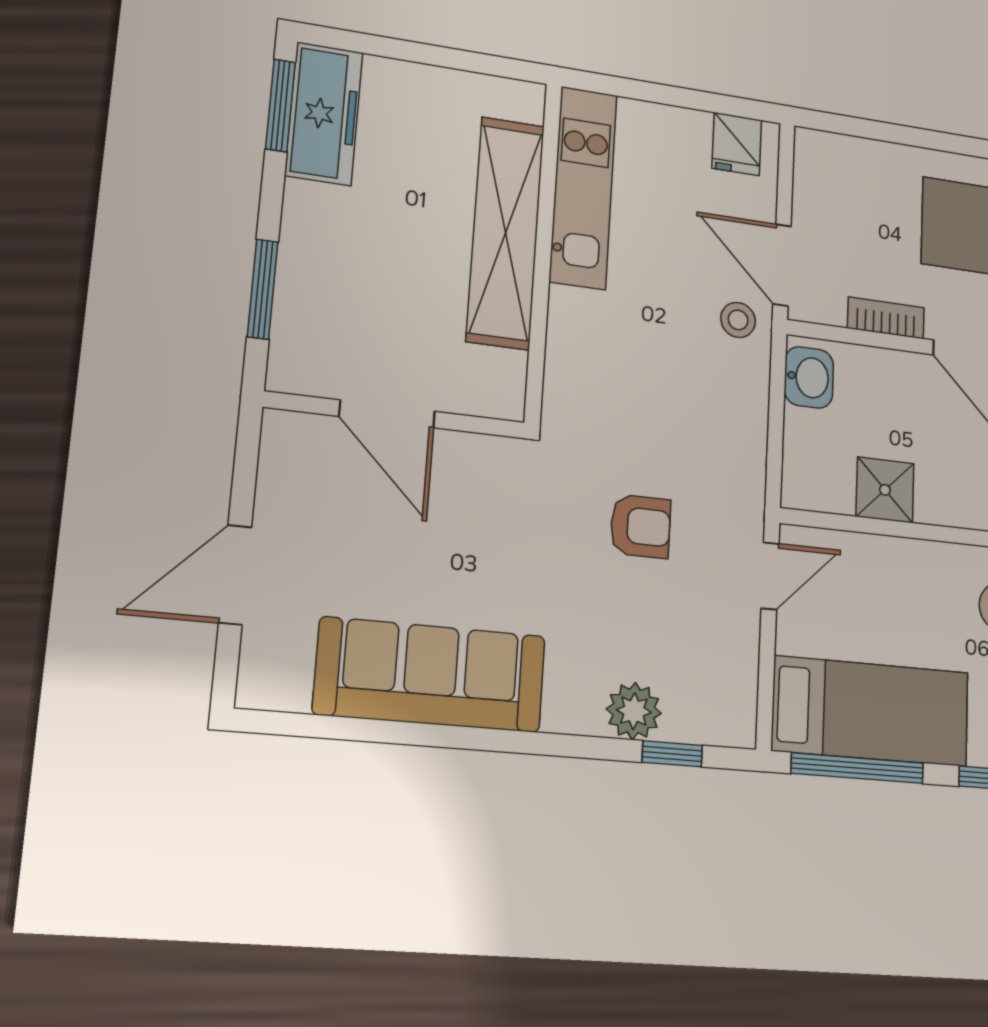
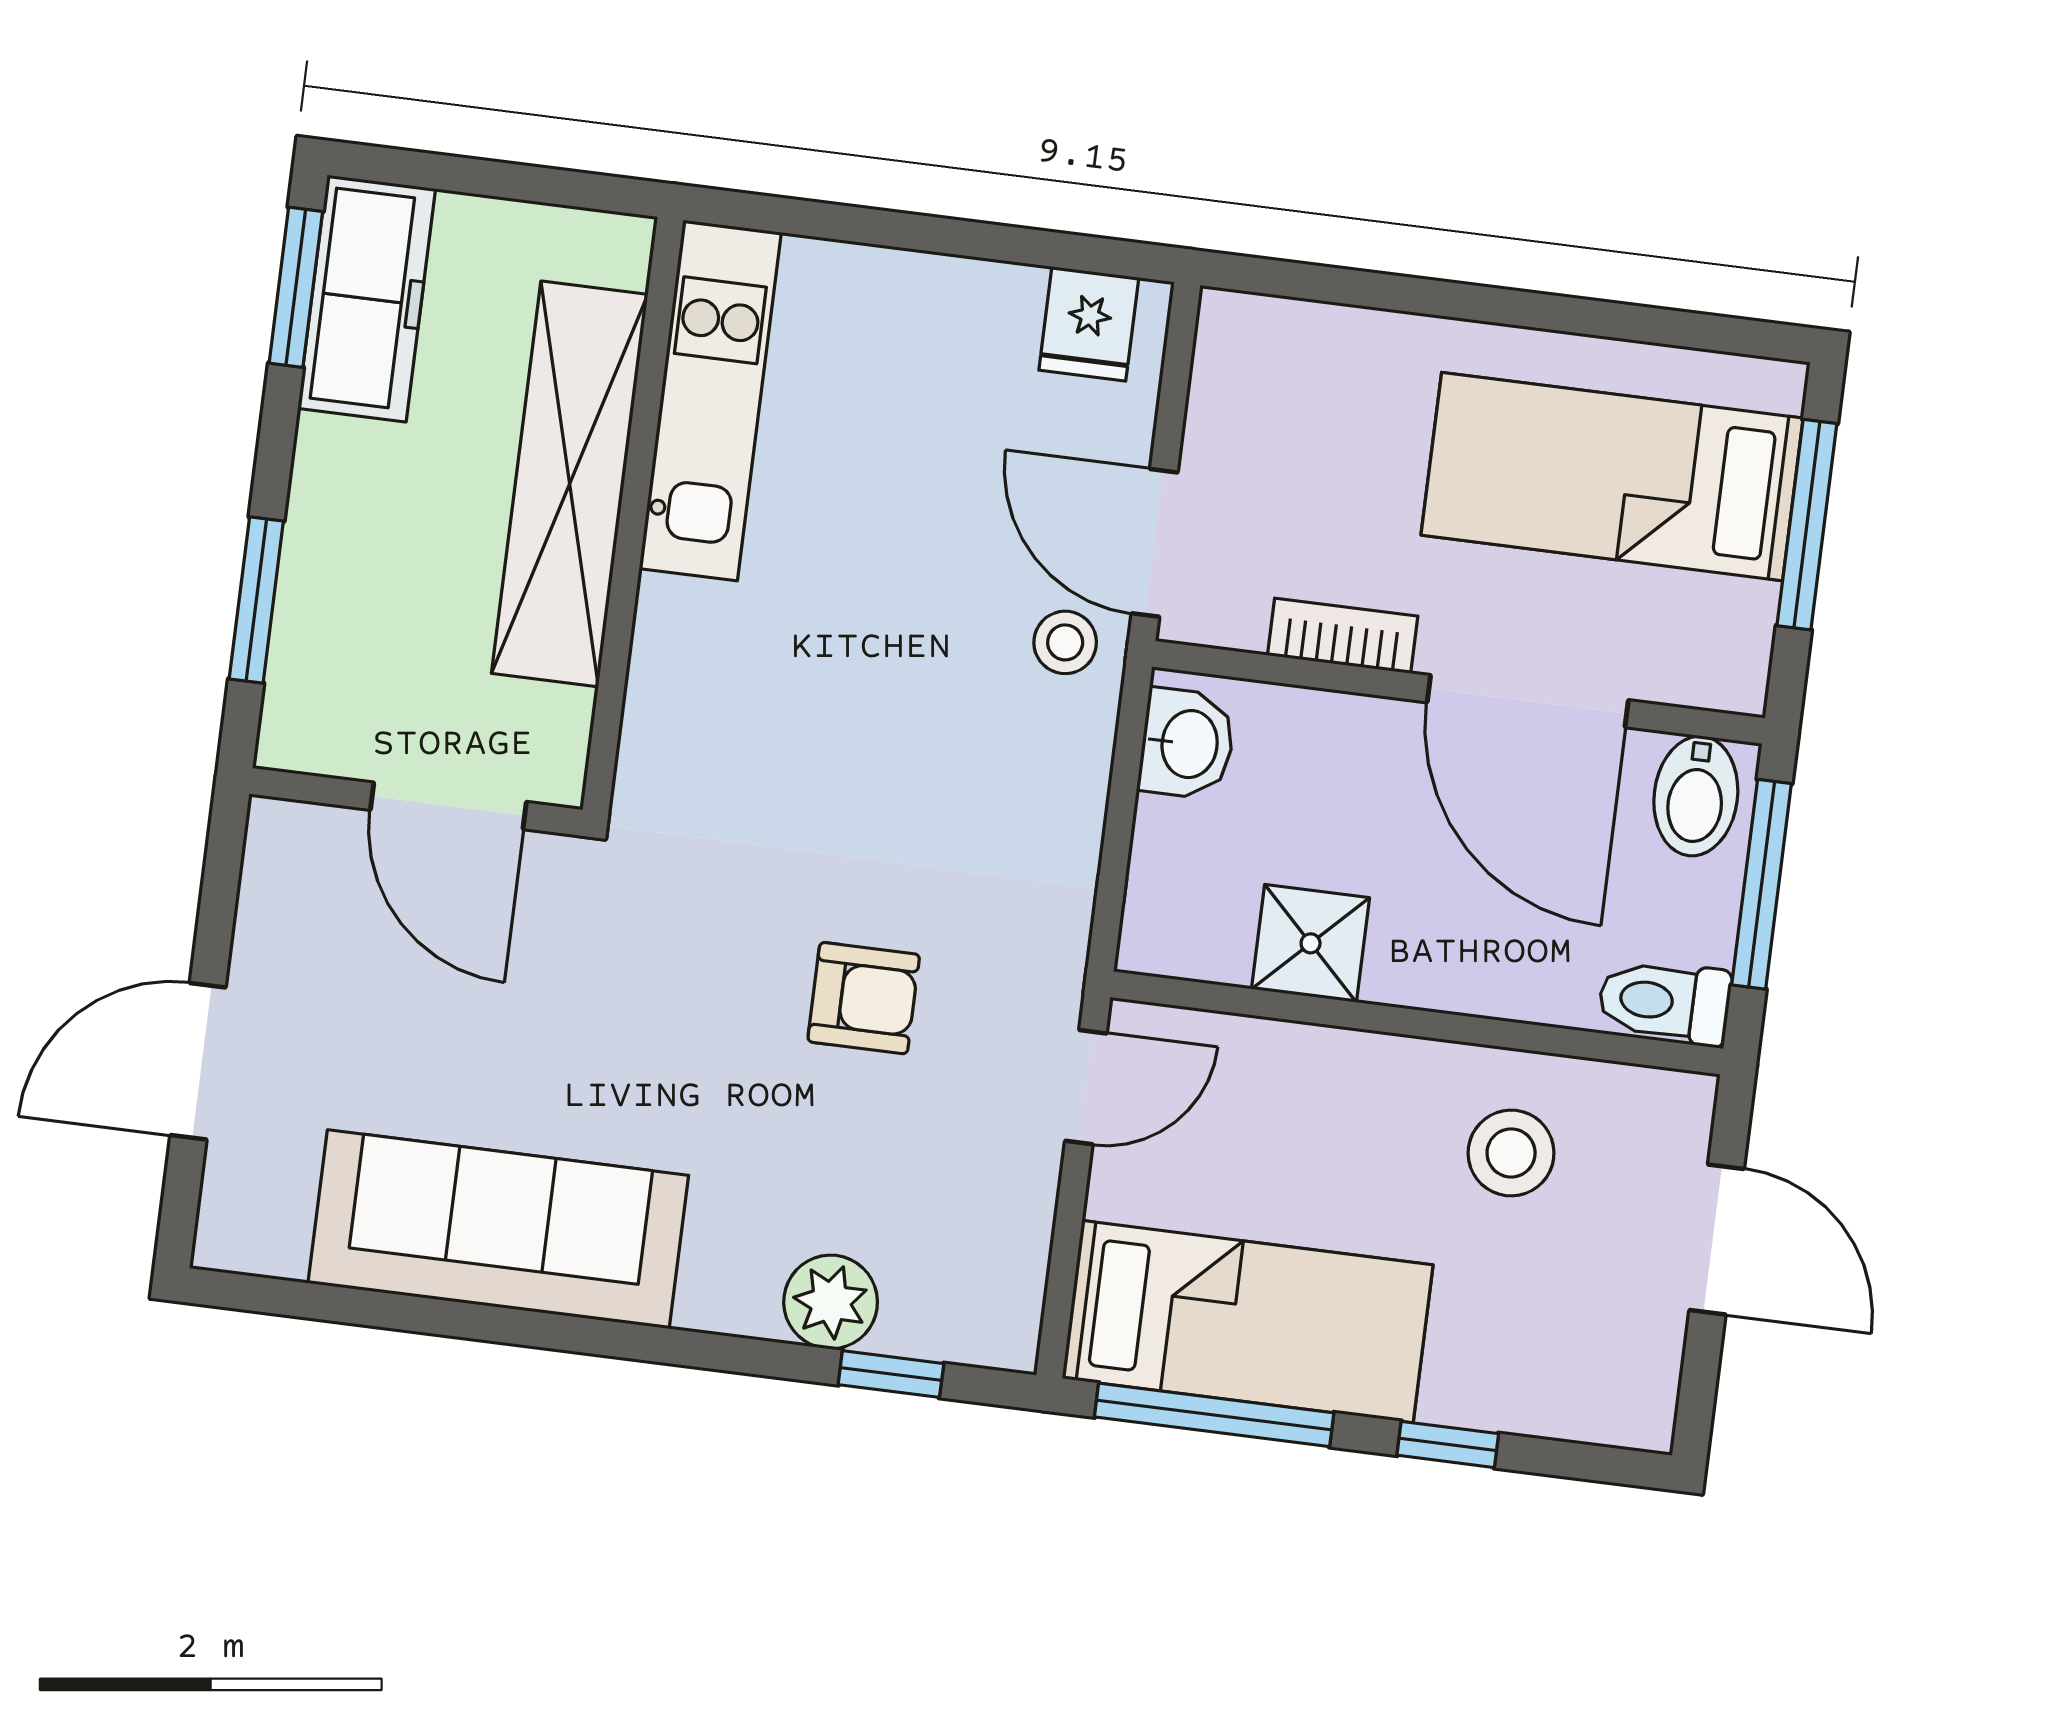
kitchen unit: (583, 187) -> (710, 400), moved
shelving: (506, 233) -> (570, 484), moved
wall: (543, 251) -> (633, 515), moved

